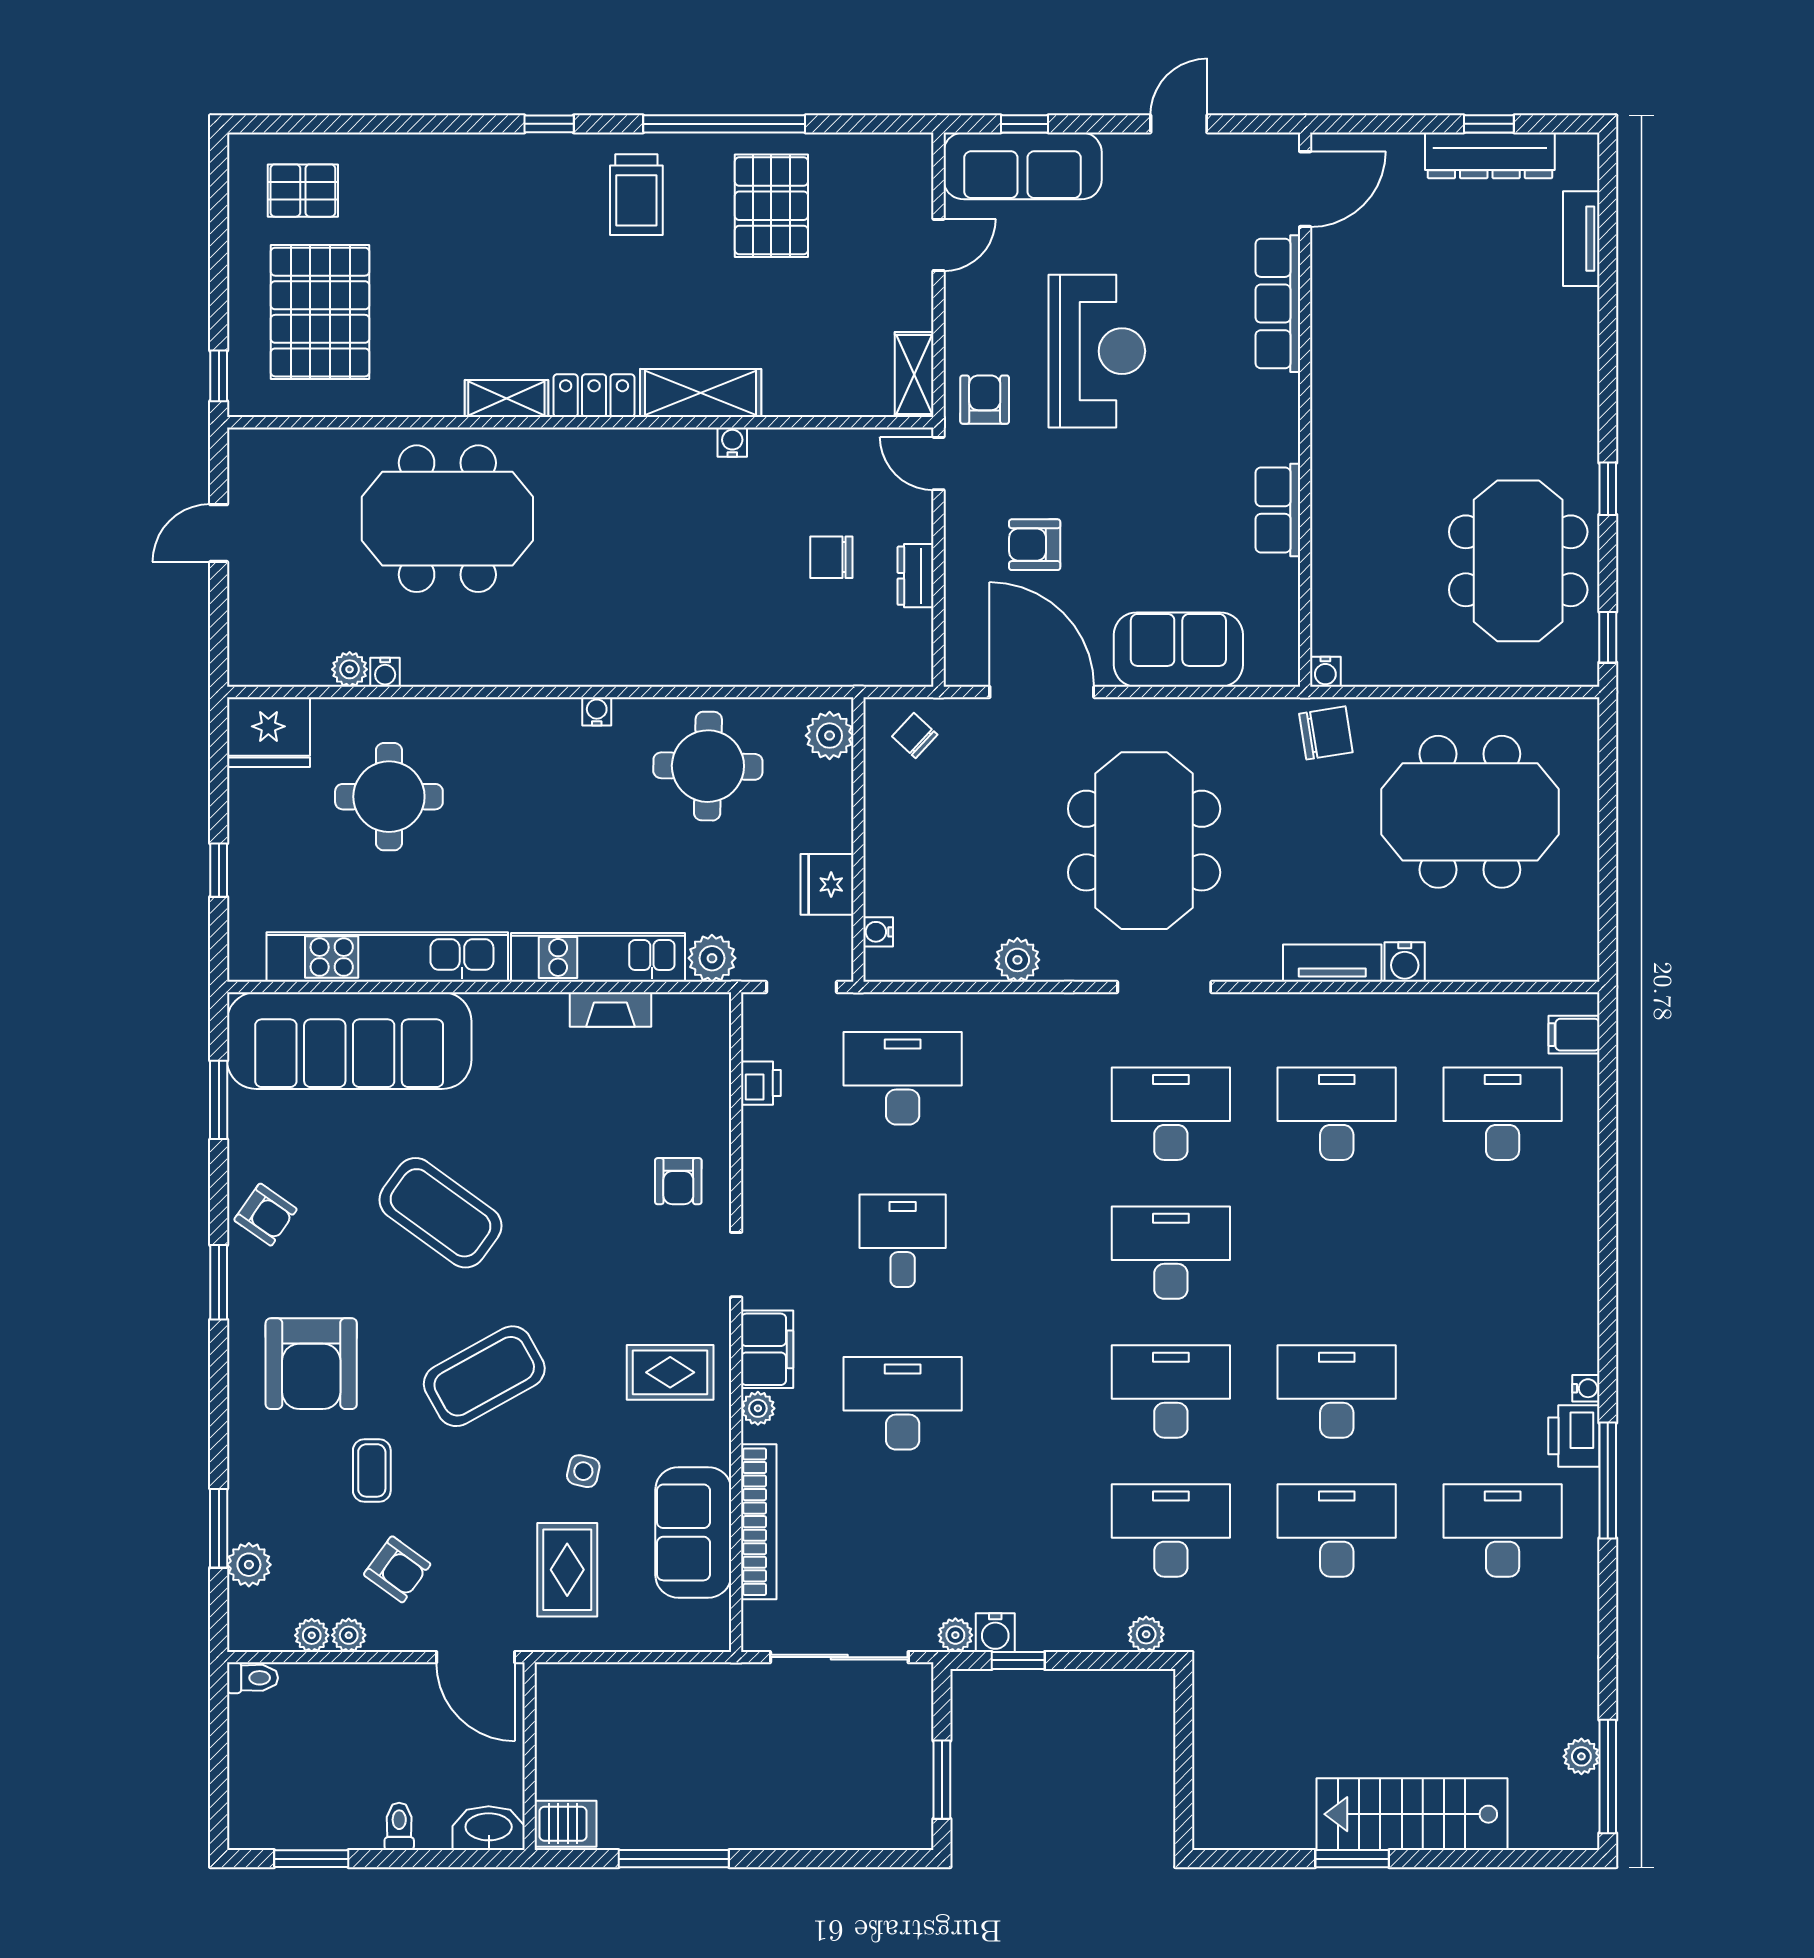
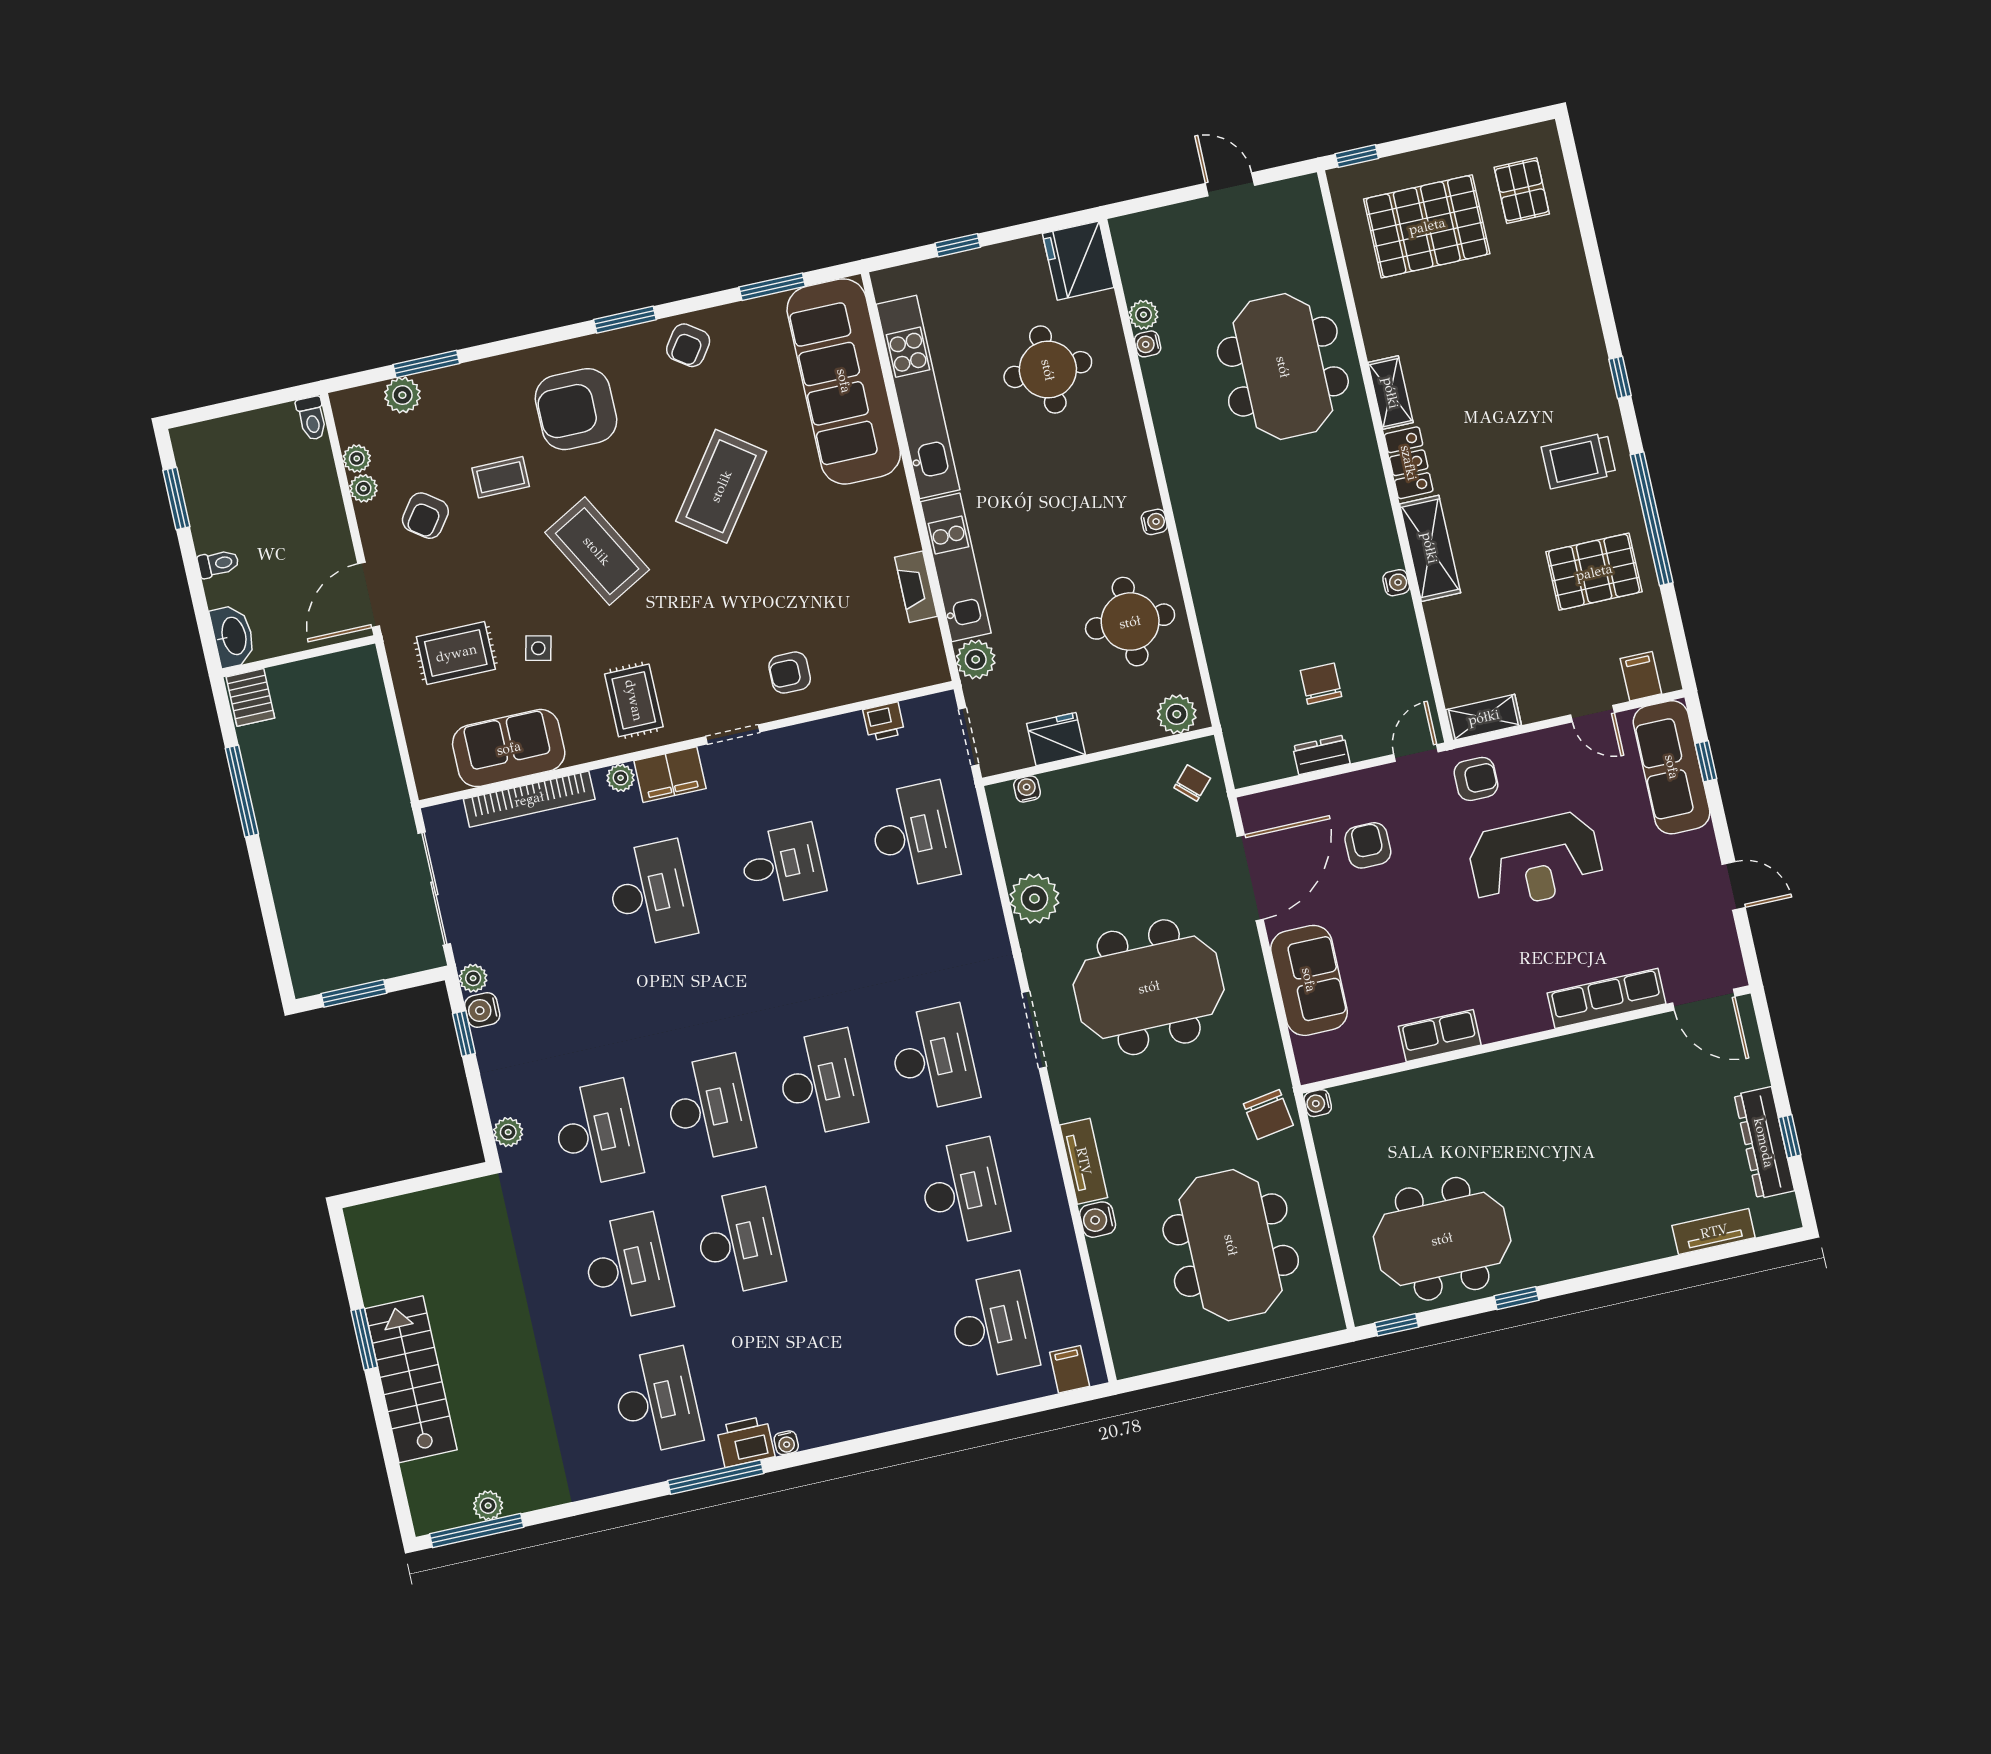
filing cabinet: (907, 178) -> (1641, 676), added
plant: (1017, 960) -> (1034, 899), width x1.36, depth x1.36

